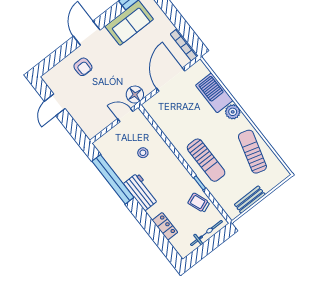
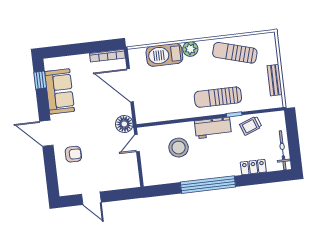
stool: (143, 153) -> (179, 148), width x1.89, depth x1.89
sun lounger: (206, 160) -> (218, 97), turned 180
window: (113, 179) -> (208, 185), moved
workbench: (141, 192) -> (213, 128), moved, turned 180
bicycle: (206, 233) -> (283, 150), moved

